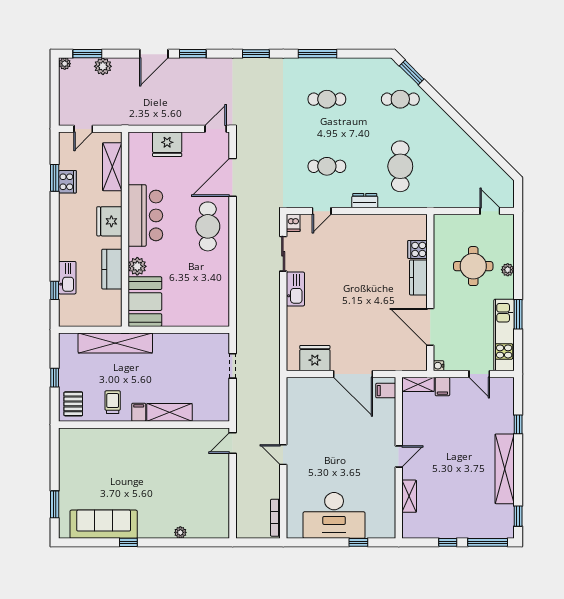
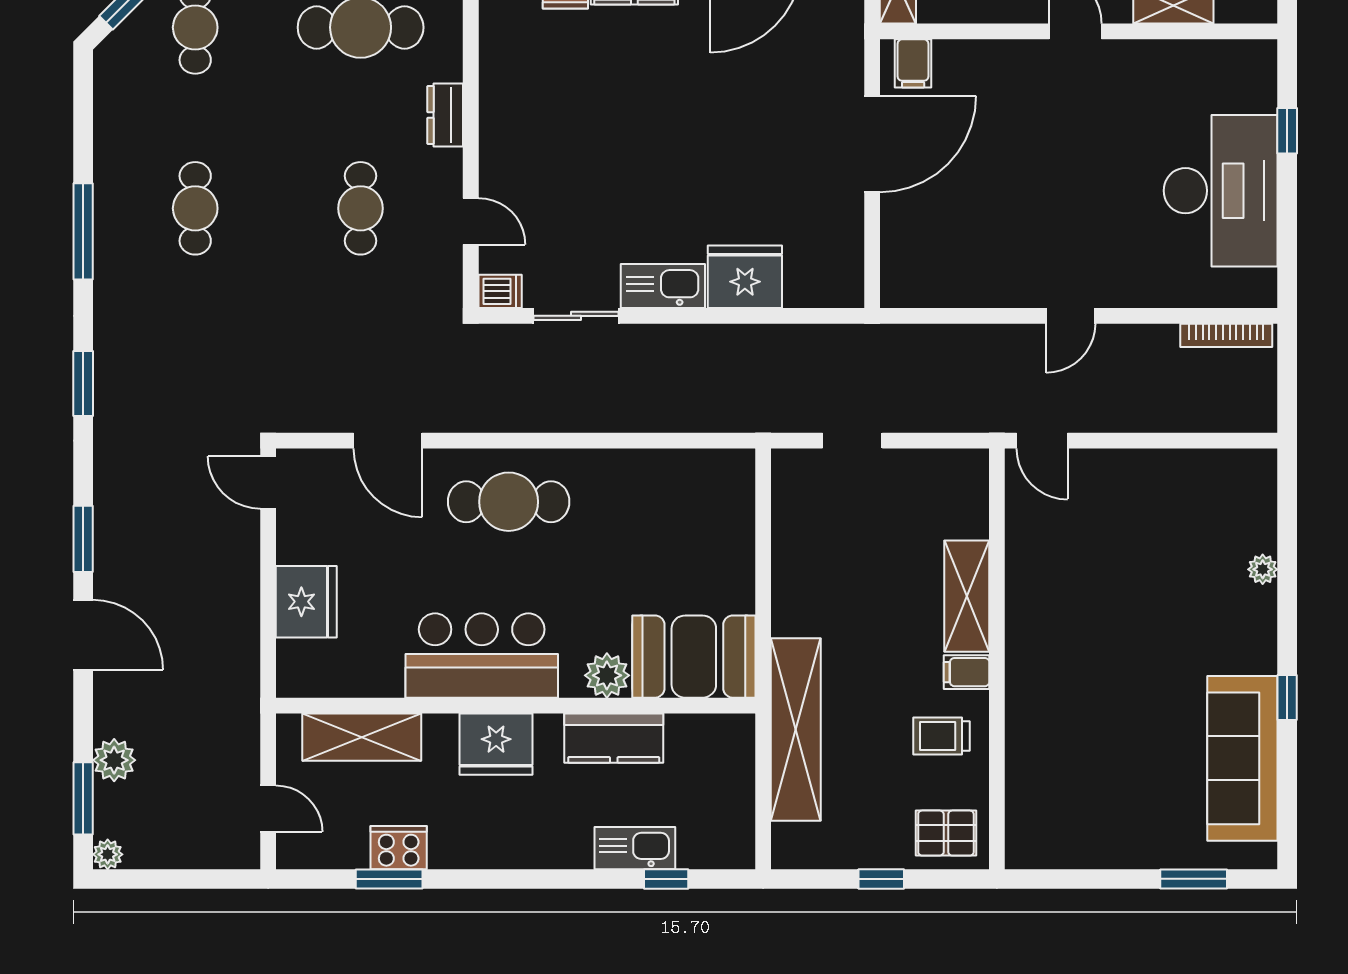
door: (233, 177) -> (388, 441), width x0.73
fridge: (315, 358) -> (745, 277), moved, turned 90

